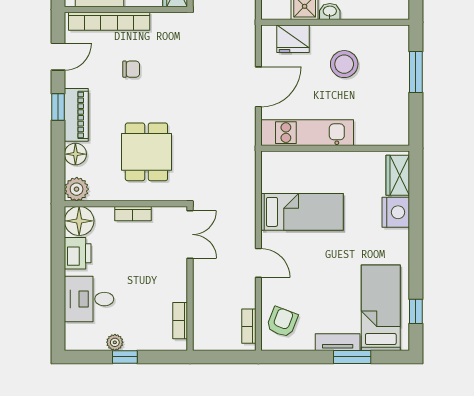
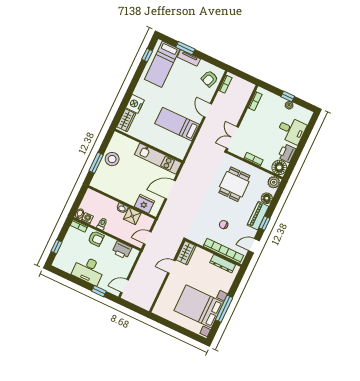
stool: (344, 64) -> (112, 159), moved

